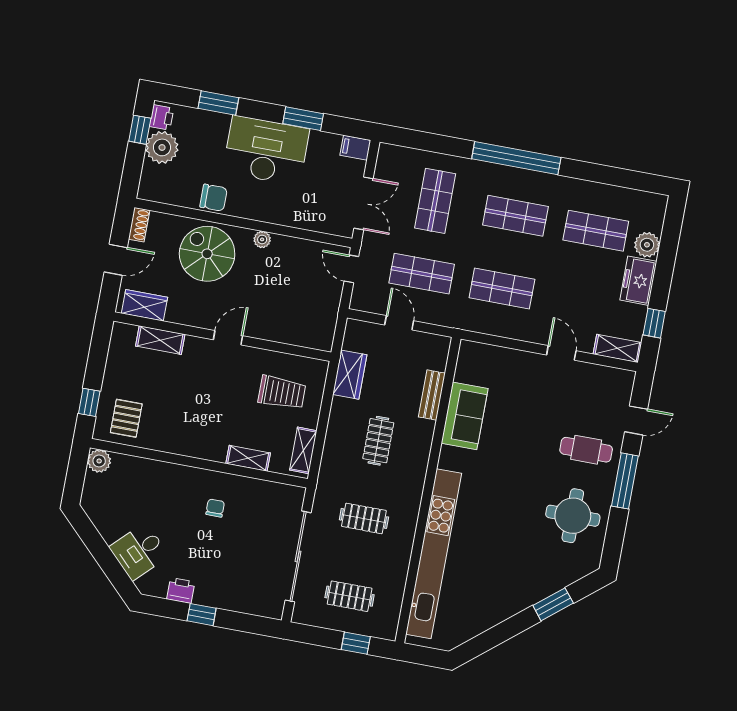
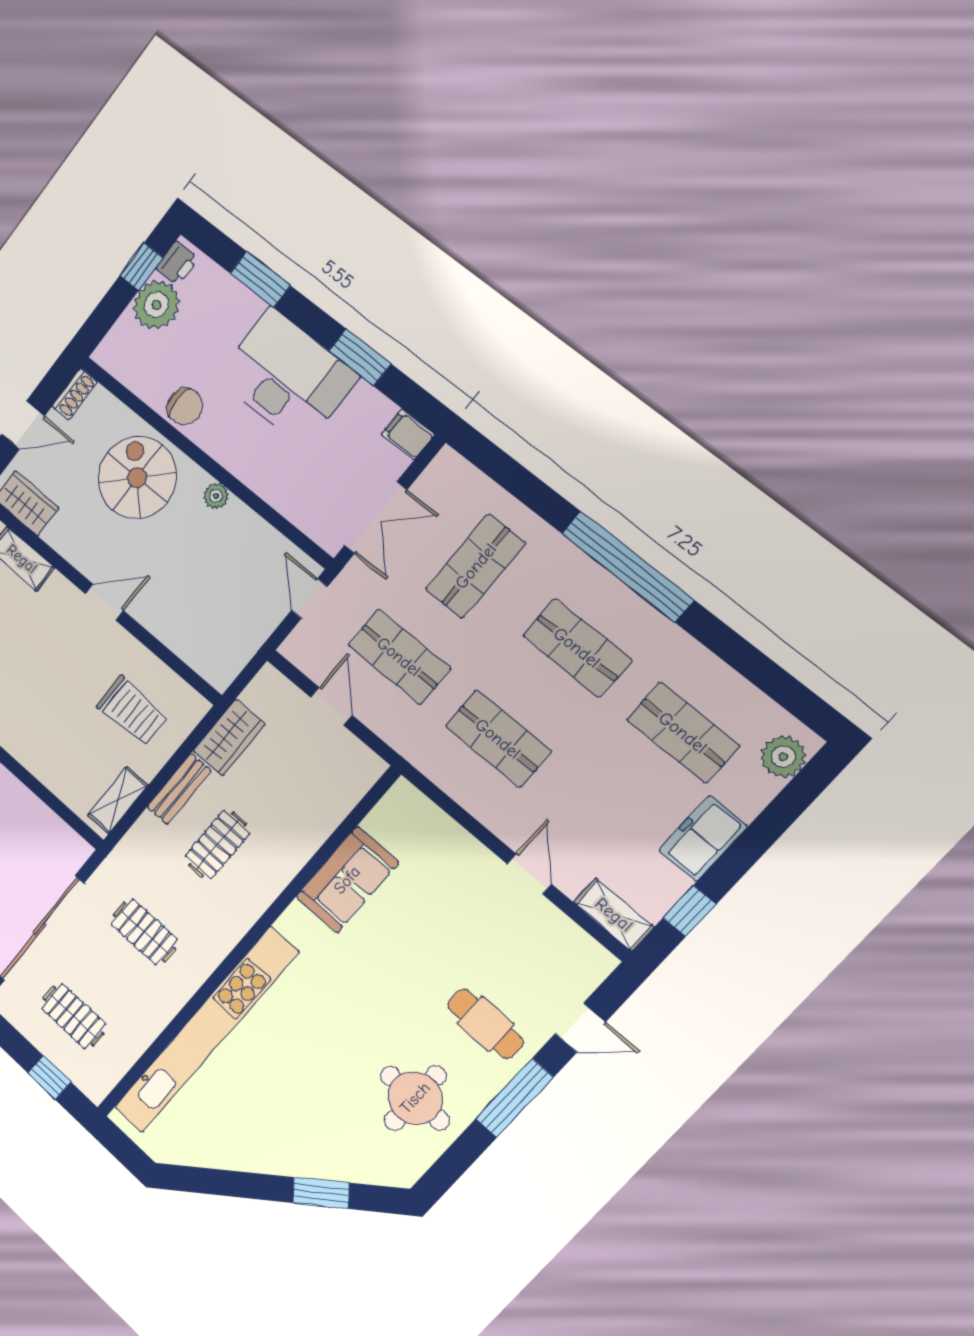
plant: (647, 245) -> (783, 757), moved
bench: (432, 395) -> (179, 789), moved
shelving: (248, 458) -> (46, 770), removed

